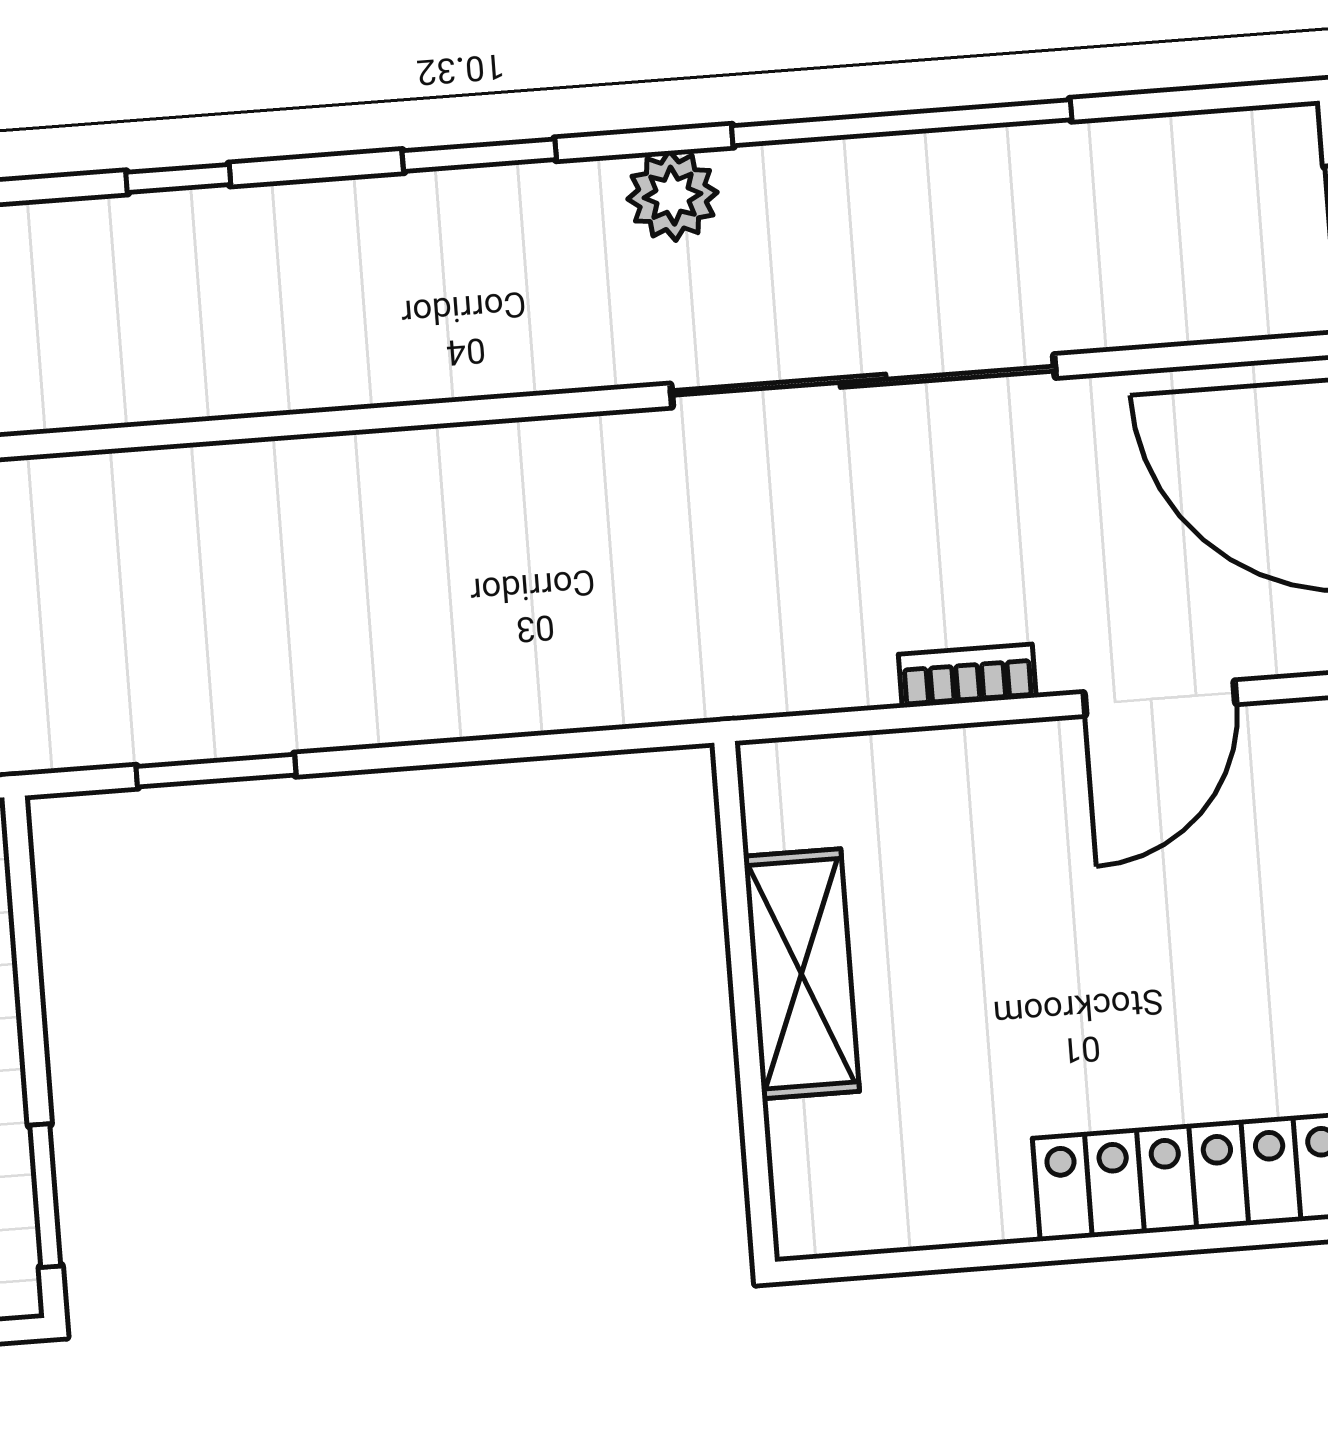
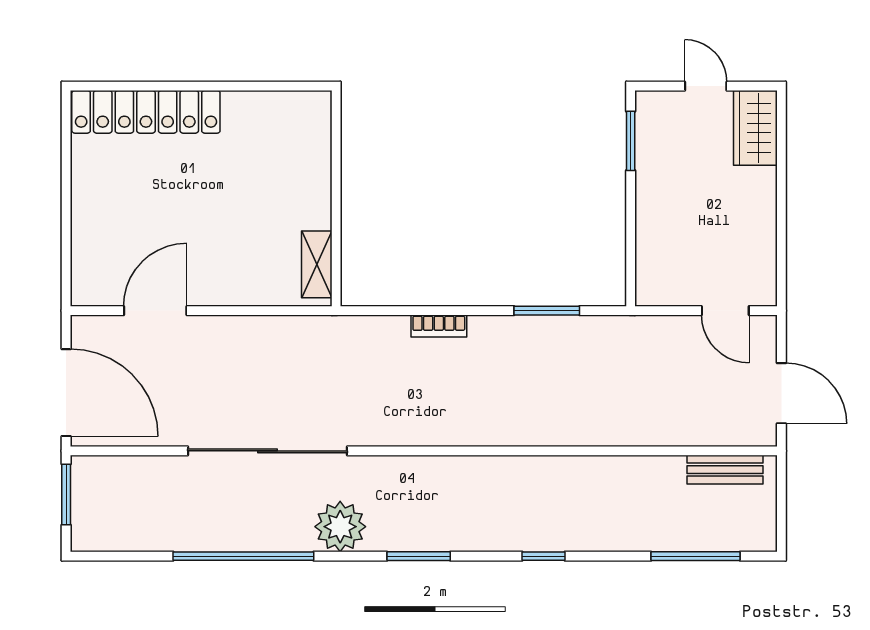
plant: (672, 196) -> (340, 527), width x1.36, depth x1.36
bookcase: (967, 676) -> (439, 326), moved
shelving: (801, 974) -> (317, 264), moved, width x0.67, depth x0.75

